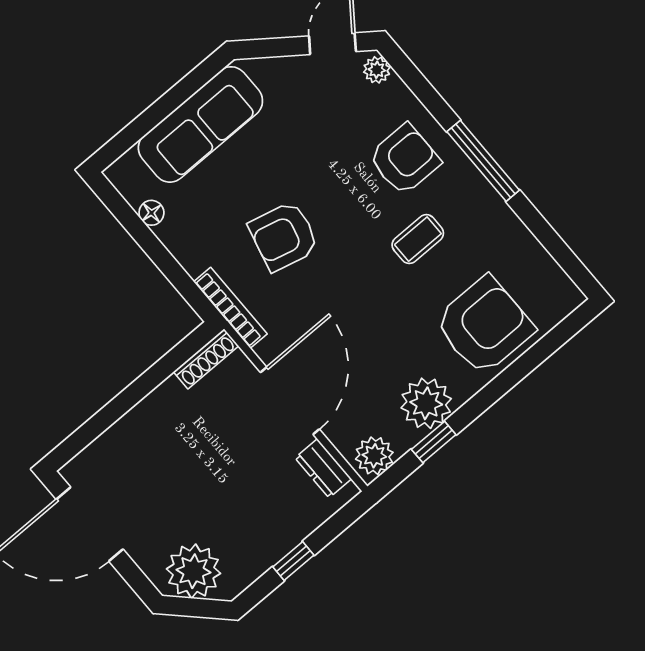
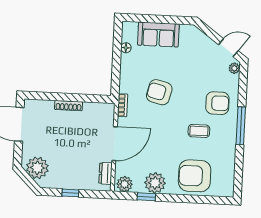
sofa: (200, 124) -> (158, 35), width x0.73
bookcase: (230, 308) -> (123, 105), width x0.64
armchair: (484, 325) -> (195, 176), turned 180
shoe rack: (206, 359) -> (69, 106), moved

